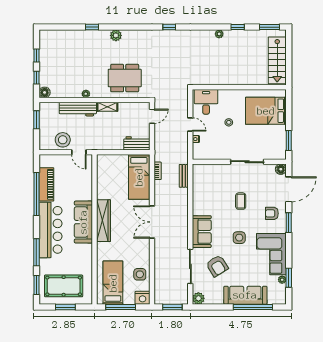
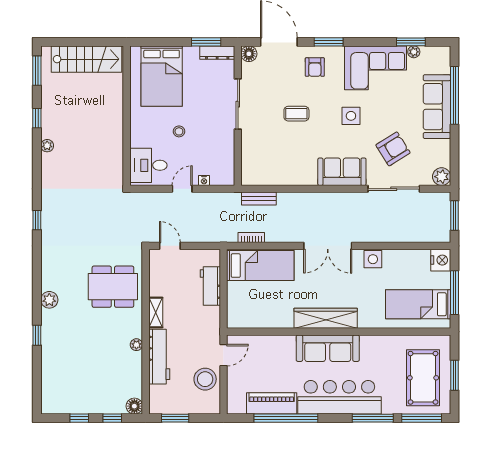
dining table: (125, 78) -> (113, 287), turned 90
workbench: (137, 143) -> (210, 286), moved
dresser: (282, 148) -> (217, 53), added
side table: (140, 274) -> (373, 259), moved
window: (36, 285) -> (422, 418), width x1.44

